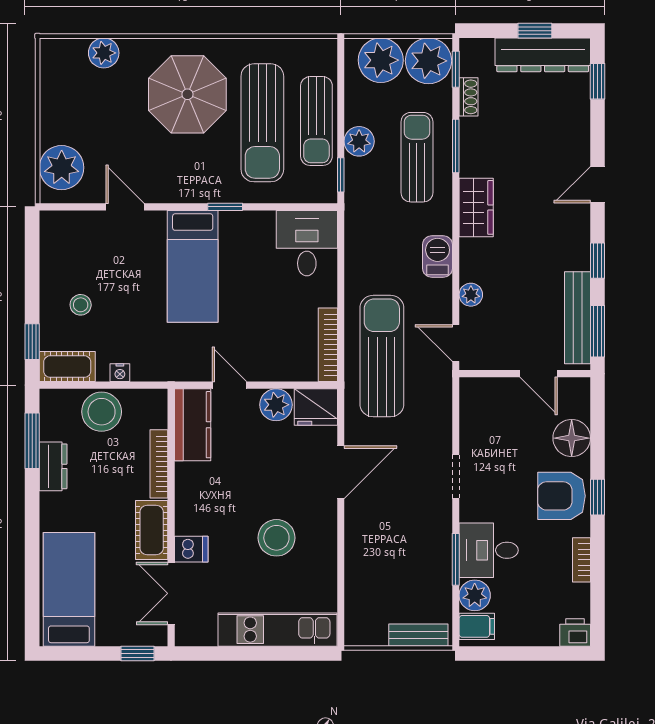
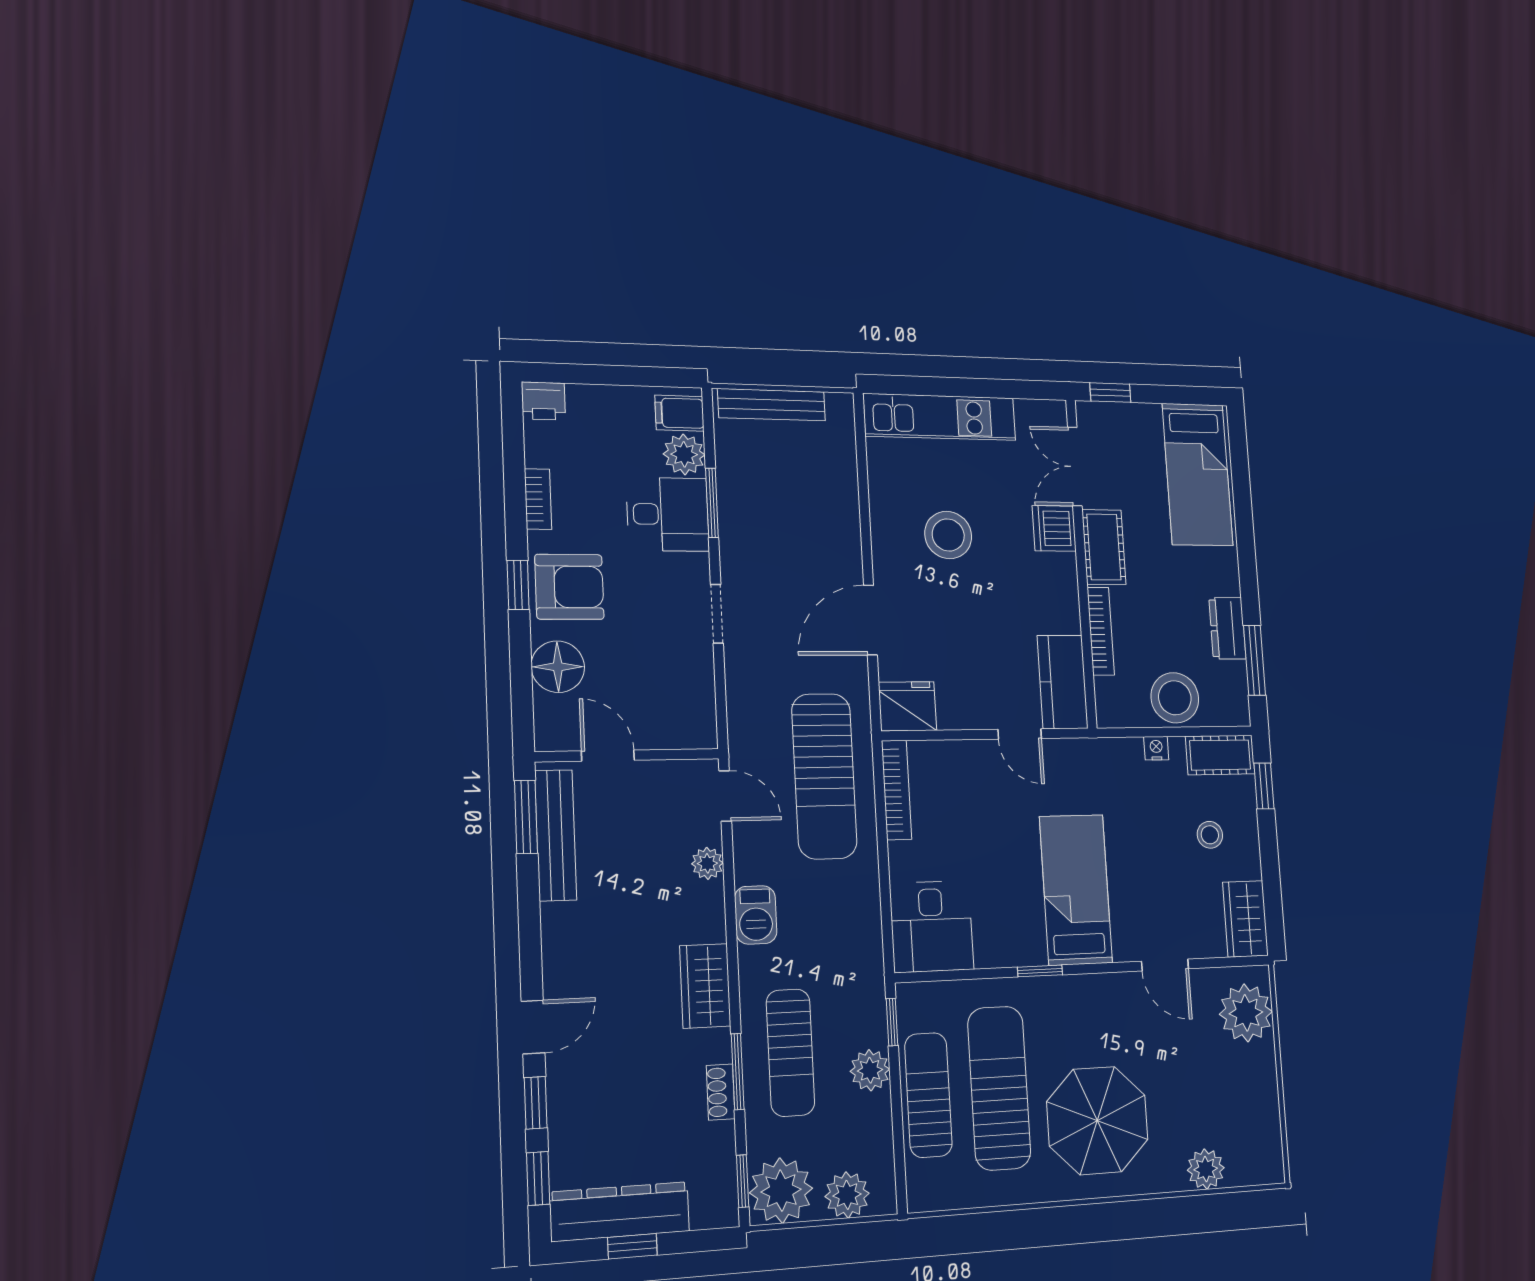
plant: (381, 60) -> (847, 1195), width x0.73, depth x0.73
shoe rack: (469, 97) -> (721, 1092), moved
wardrobe: (56, 239) -> (1245, 919), added
window: (598, 261) -> (536, 1103), moved
plant: (276, 405) -> (959, 709), removed
dishwasher: (191, 549) -> (1054, 528), width x1.38
double door: (171, 593) -> (1075, 467), swing flipped
bench: (418, 635) -> (772, 405), width x1.36

